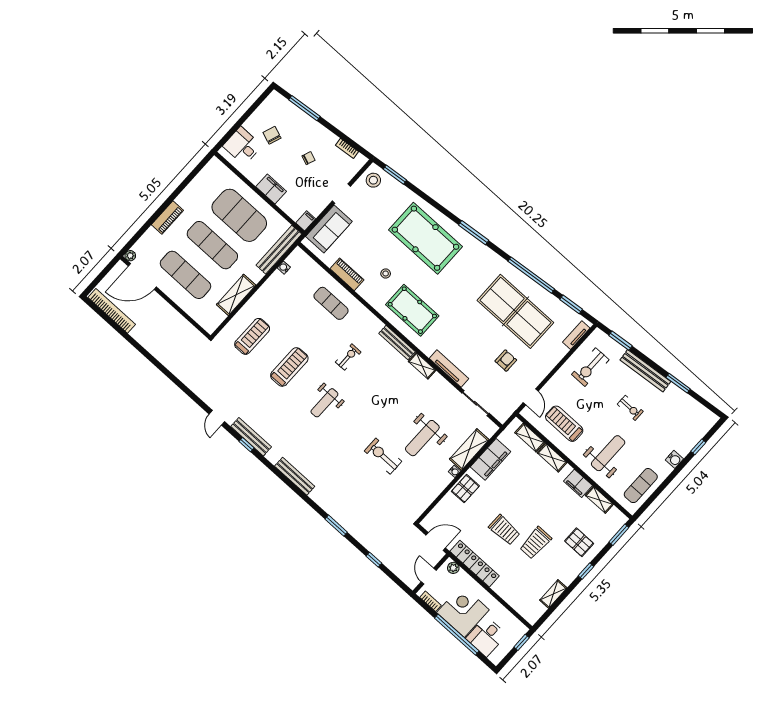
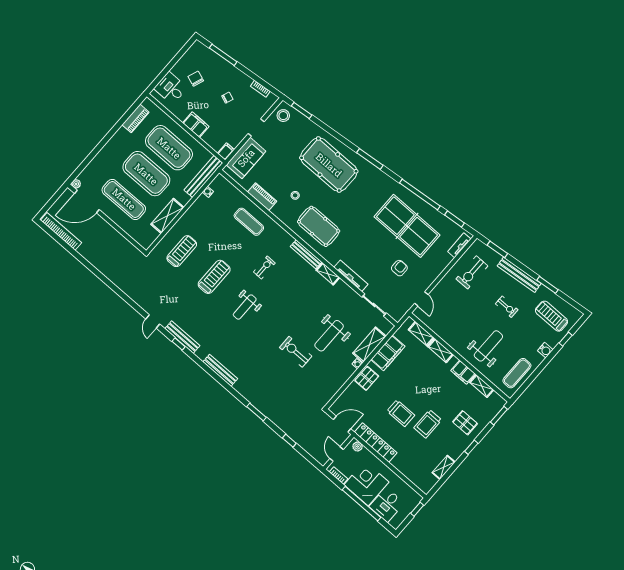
piano: (167, 217) -> (135, 118), moved
exercise mat: (212, 245) -> (146, 174), width x1.47
treadmill: (564, 424) -> (552, 316), moved

